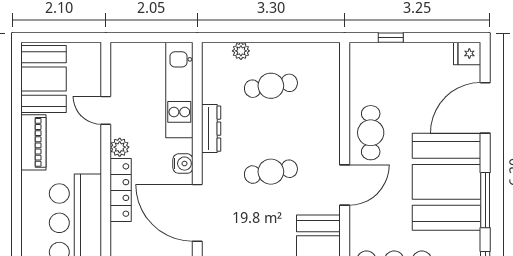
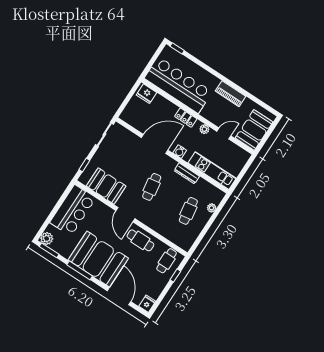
cafe table: (376, 68) -> (167, 261), added
booth: (44, 79) -> (254, 130), moved, turned 90
locker: (121, 190) -> (186, 118), width x0.66

